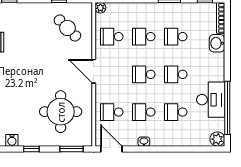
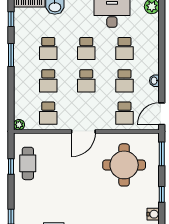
cafe table: (67, 28) -> (28, 163), moved, turned -45

